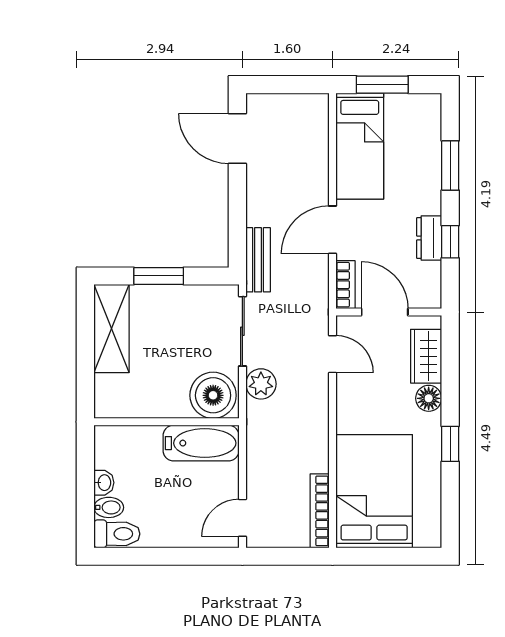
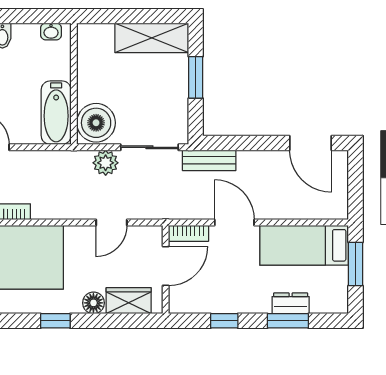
door: (237, 138) -> (311, 143), swing flipped
dresser: (429, 238) -> (291, 303), moved
door: (332, 354) -> (111, 223), moved
washbasin: (104, 483) -> (51, 32), moved

